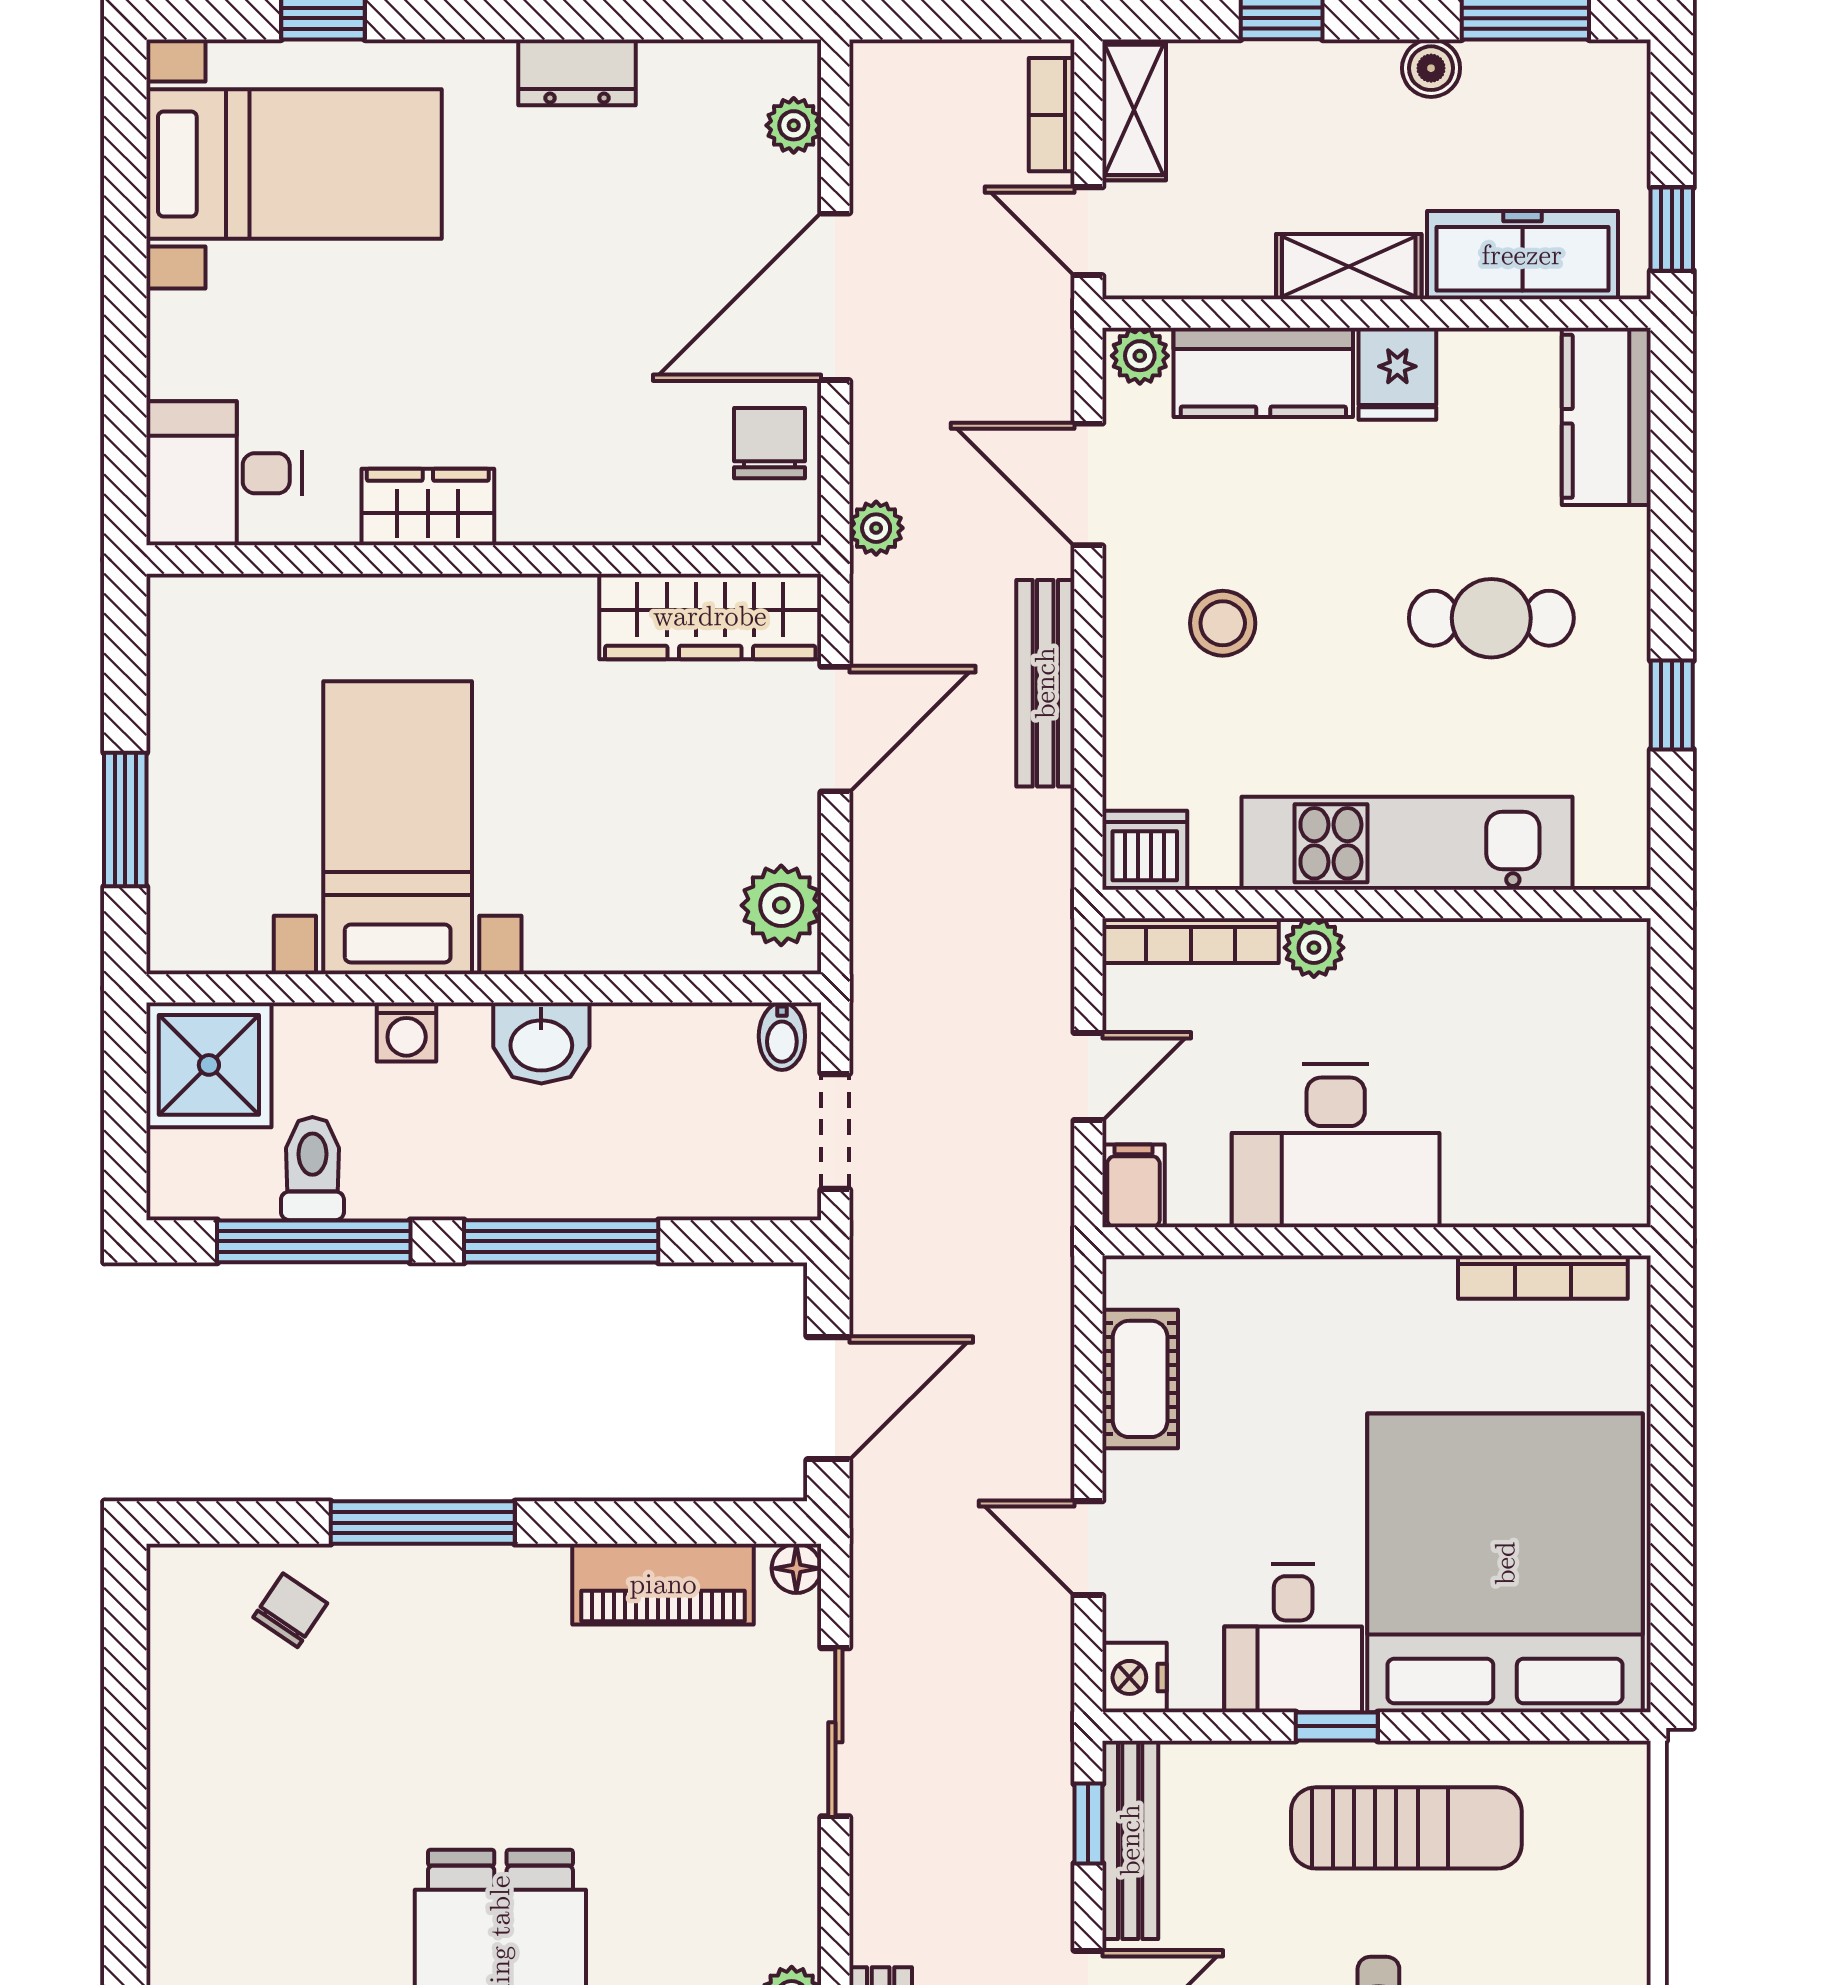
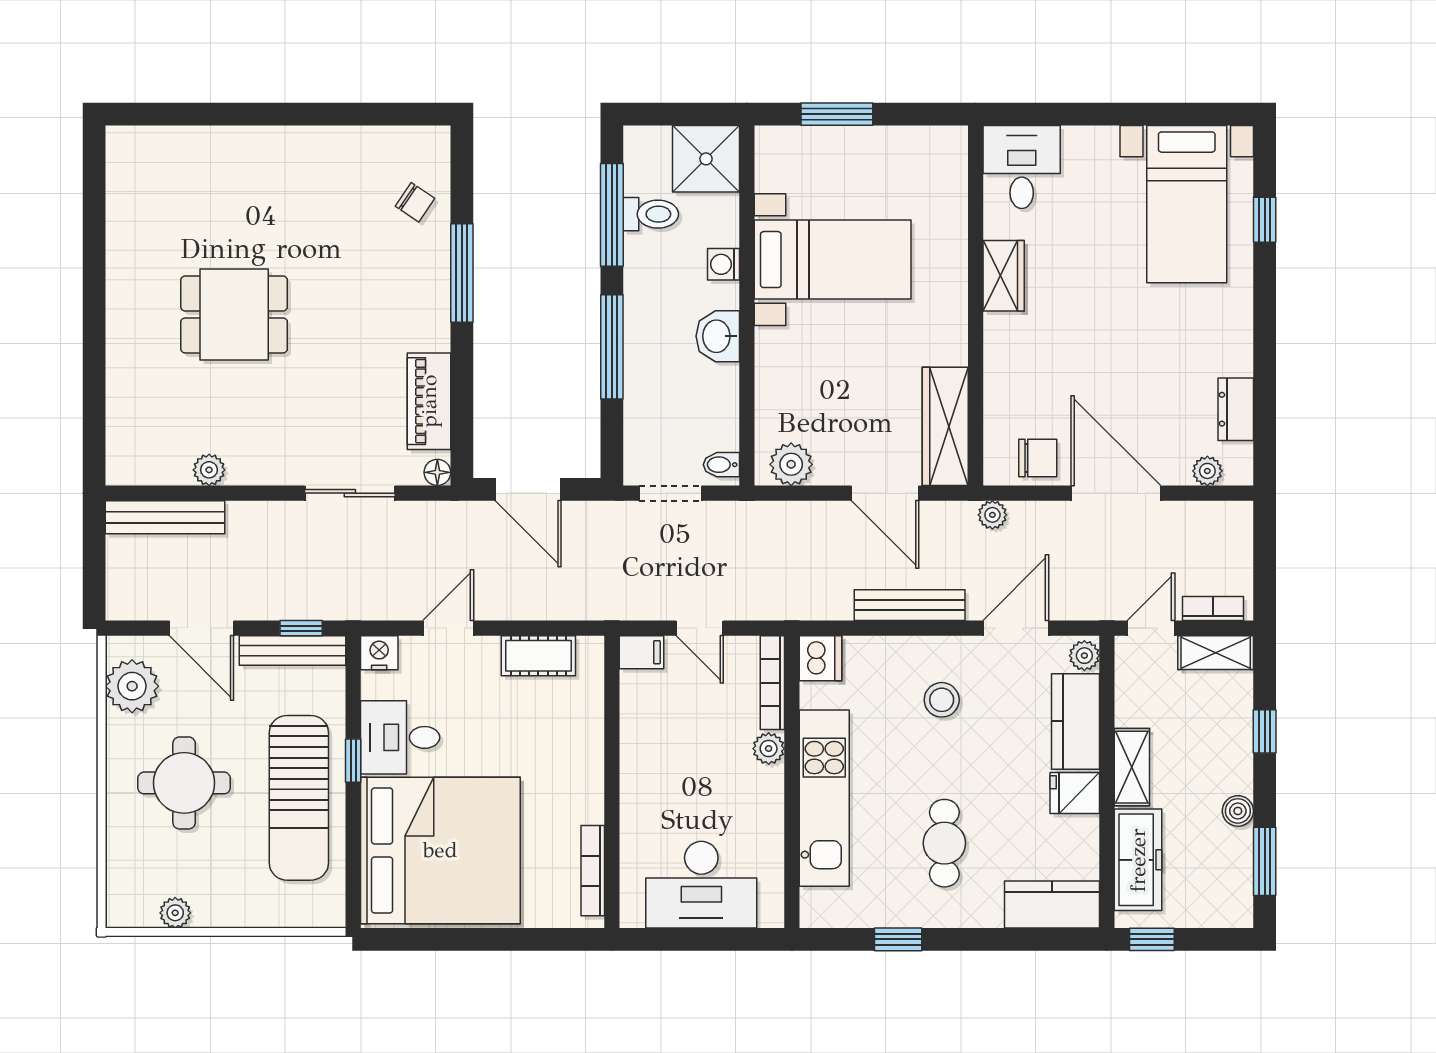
dresser: (577, 72) -> (1236, 409), moved
desk: (1336, 1146) -> (701, 885), moved, turned -90
sun lounger: (1406, 1828) -> (299, 798), width x1.36, depth x1.34

